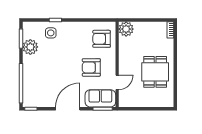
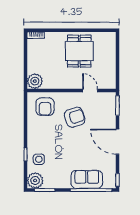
plant: (30, 47) -> (35, 180), moved
armchair: (91, 67) -> (75, 117), turned -108
dining table: (155, 72) -> (79, 51), turned 90
sofa: (100, 98) -> (87, 179), moved, turned 90

